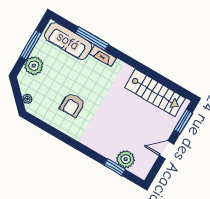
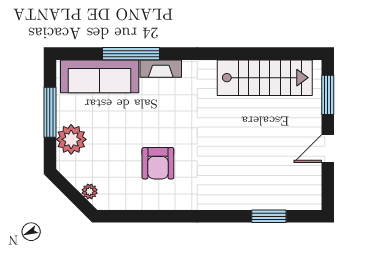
plant: (126, 159) -> (278, 196), removed

